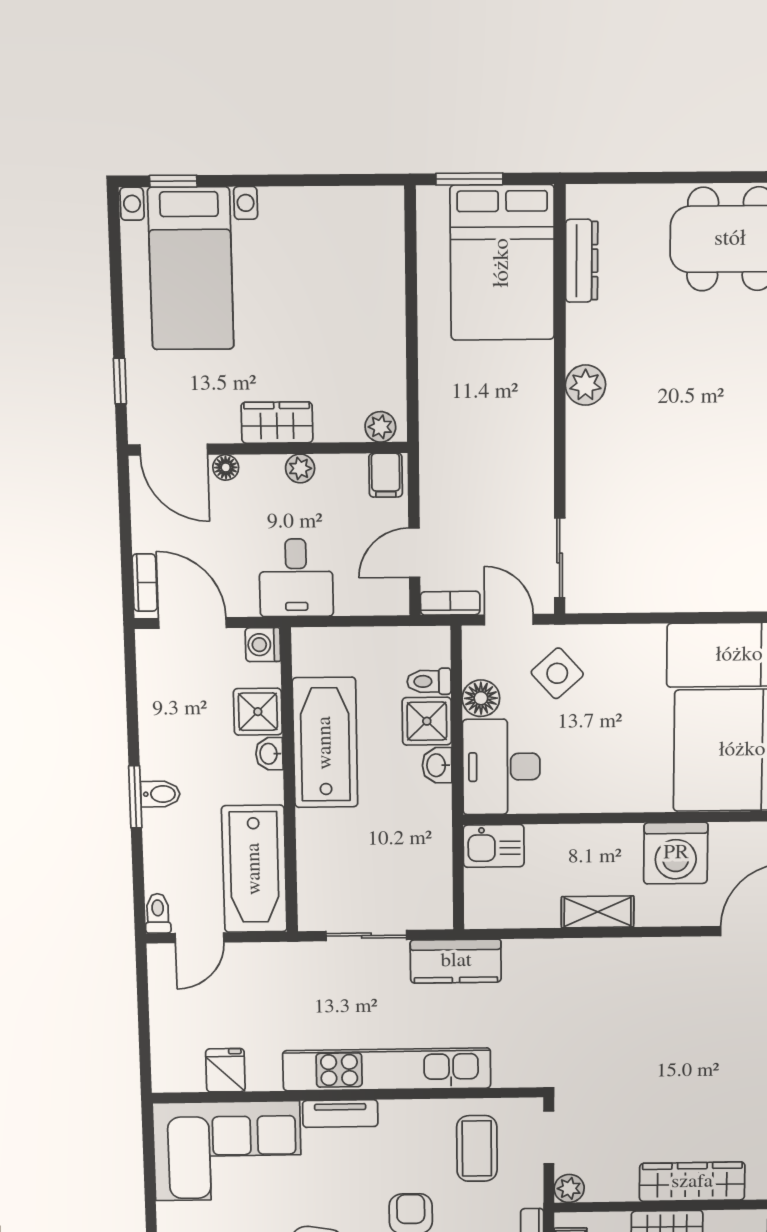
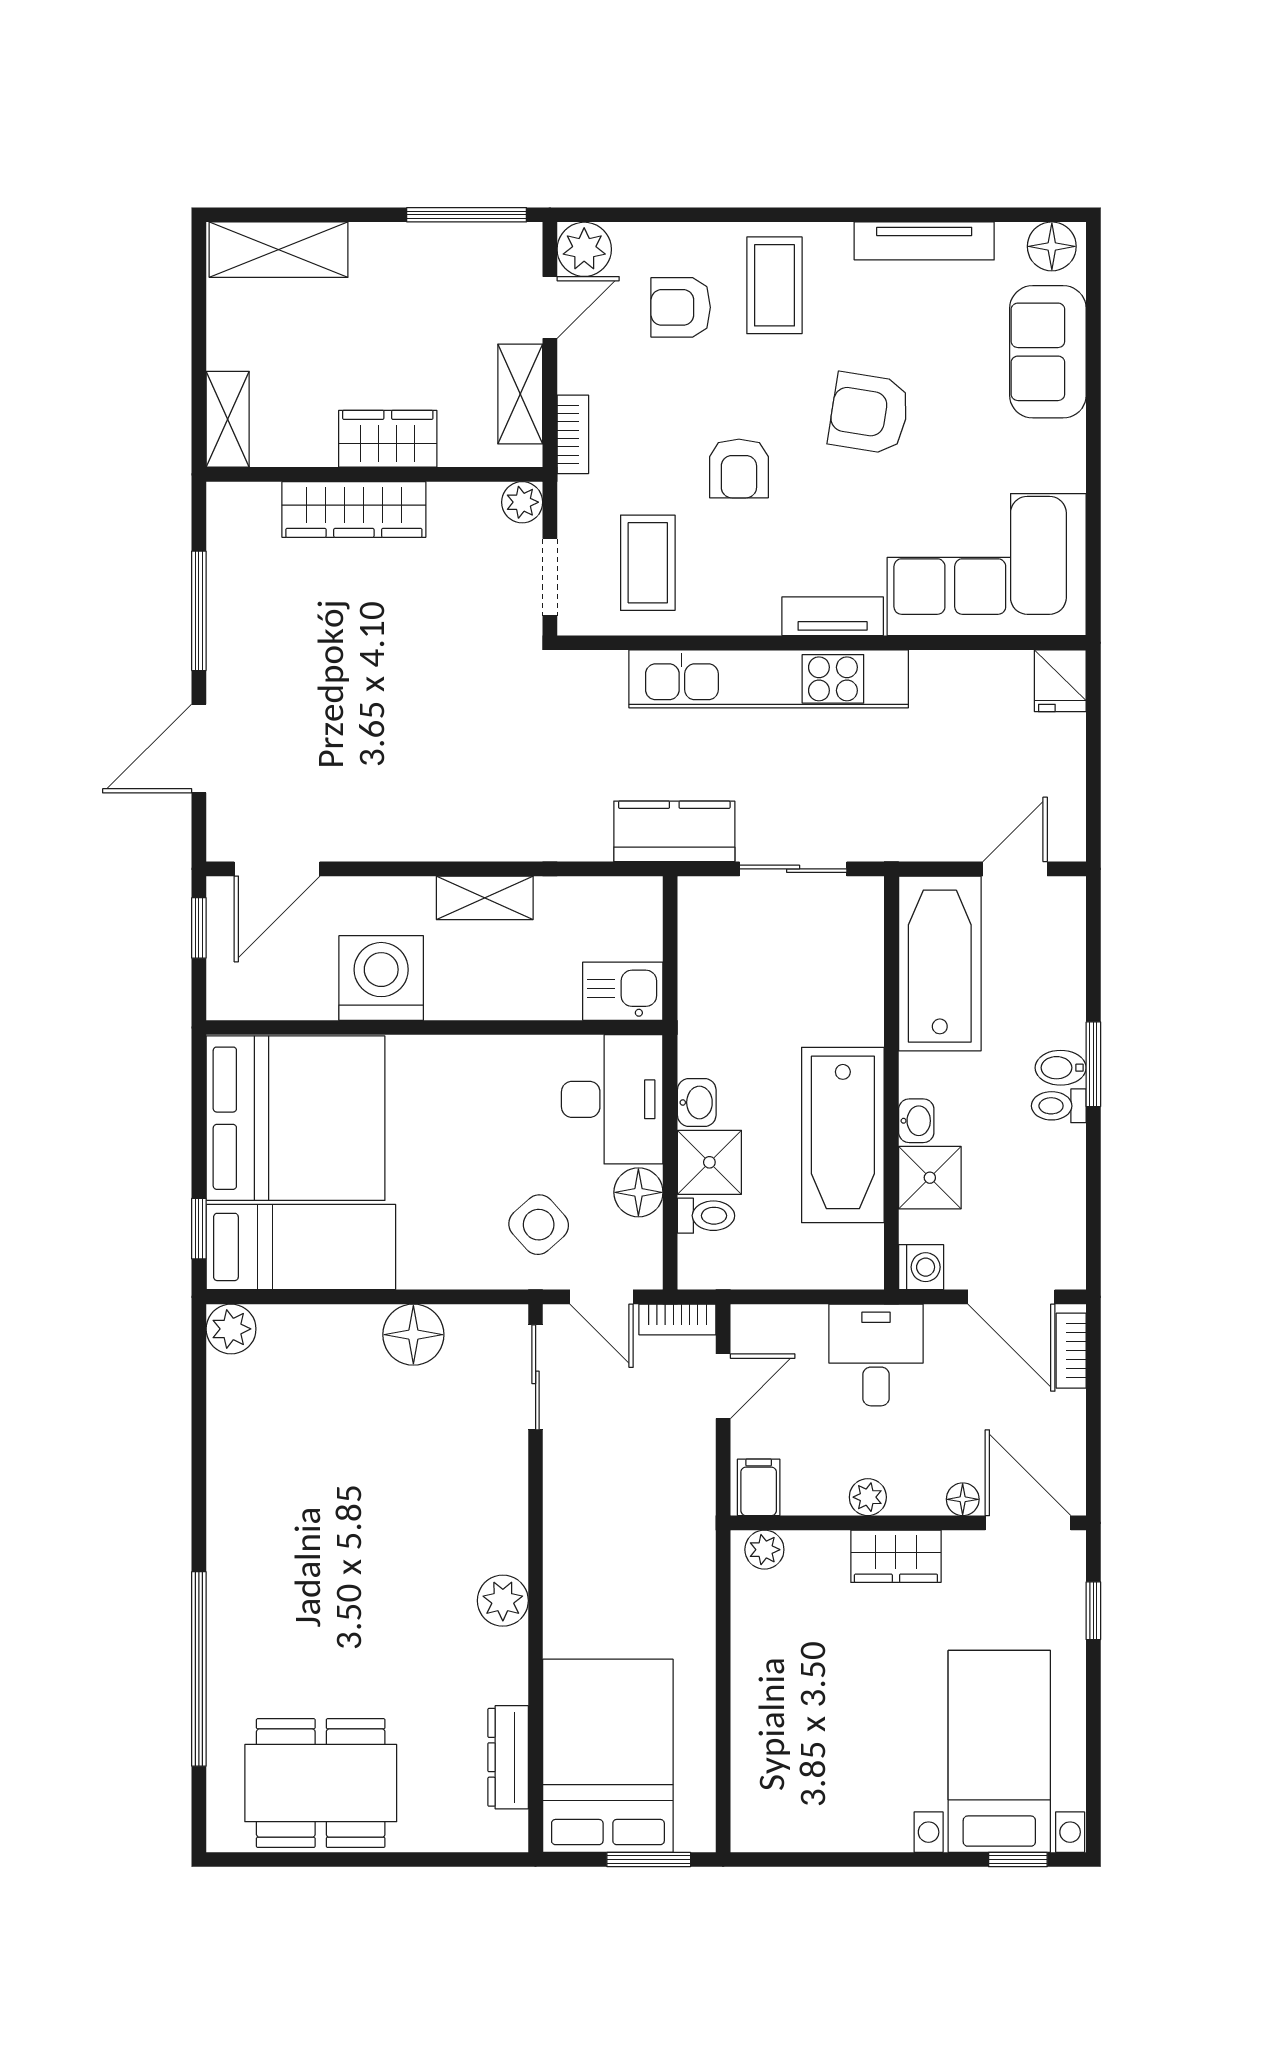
floor lamp: (654, 590) -> (413, 1335), added
toilet: (158, 913) -> (1059, 1106), moved, turned 90
fridge: (225, 1070) -> (1060, 681), moved

